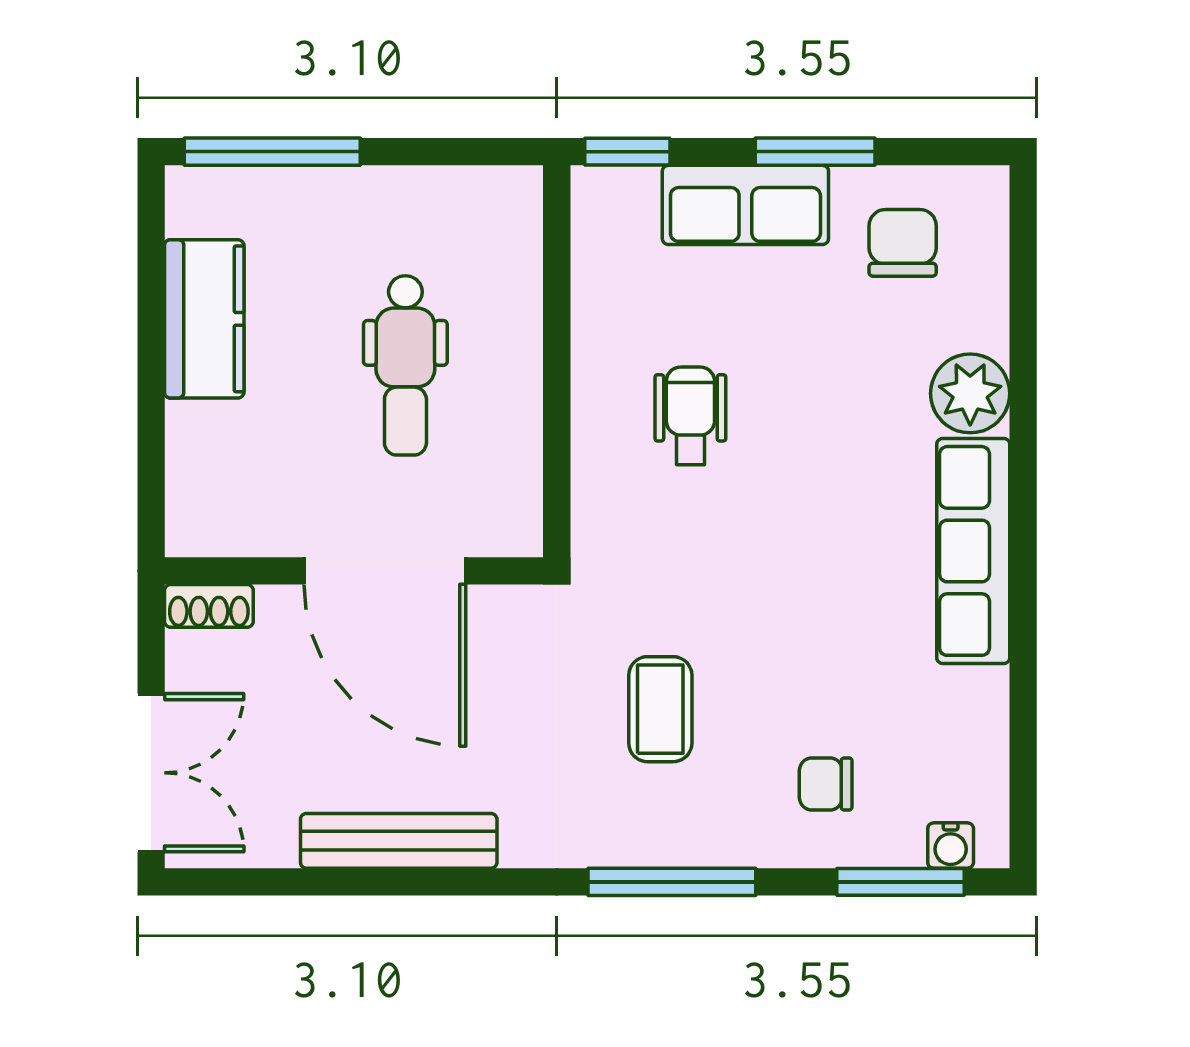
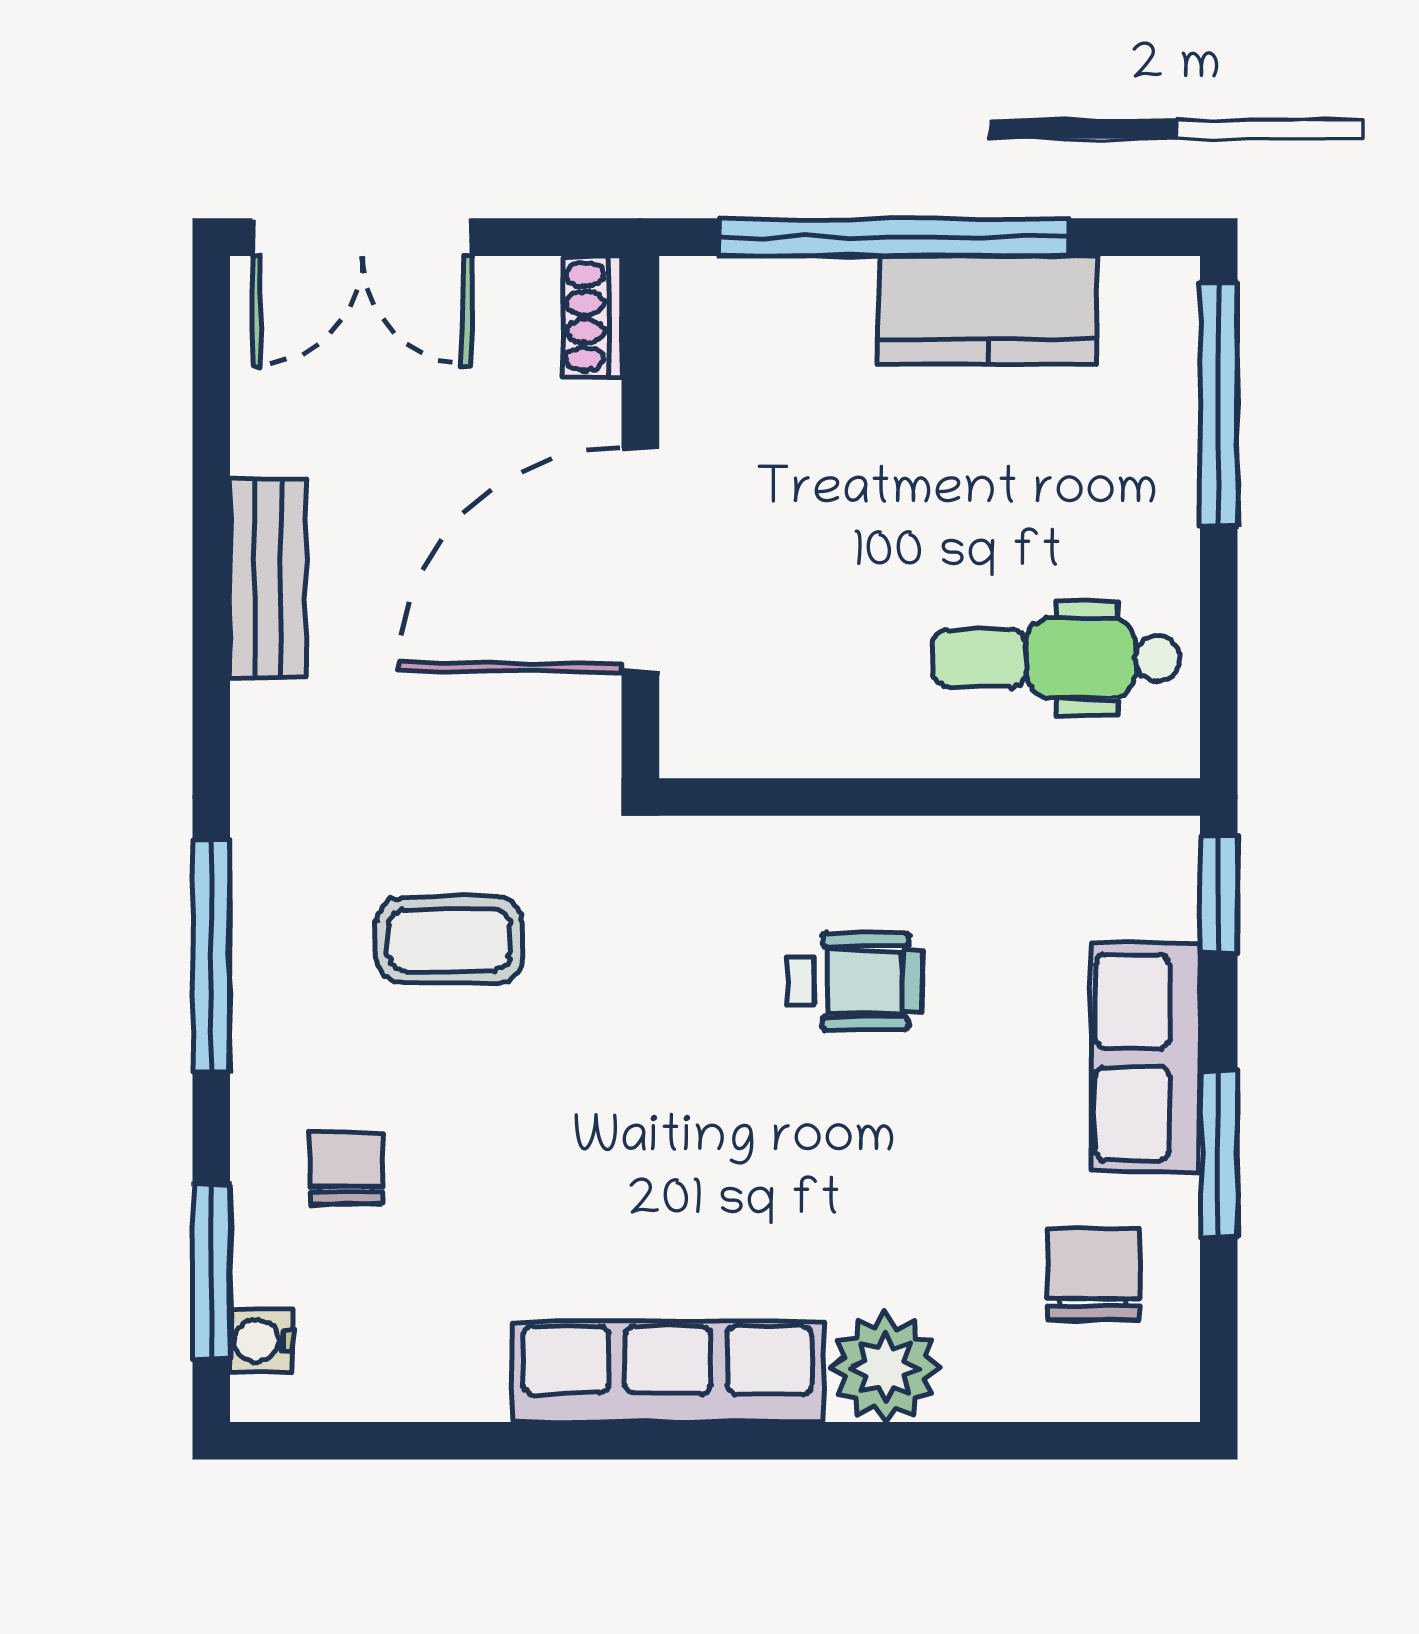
chair: (903, 243) -> (1093, 1274), turned -90
dental chair: (405, 365) -> (1056, 658), moved
window: (151, 387) -> (894, 237), added
bench: (399, 841) -> (268, 579), width x0.73

